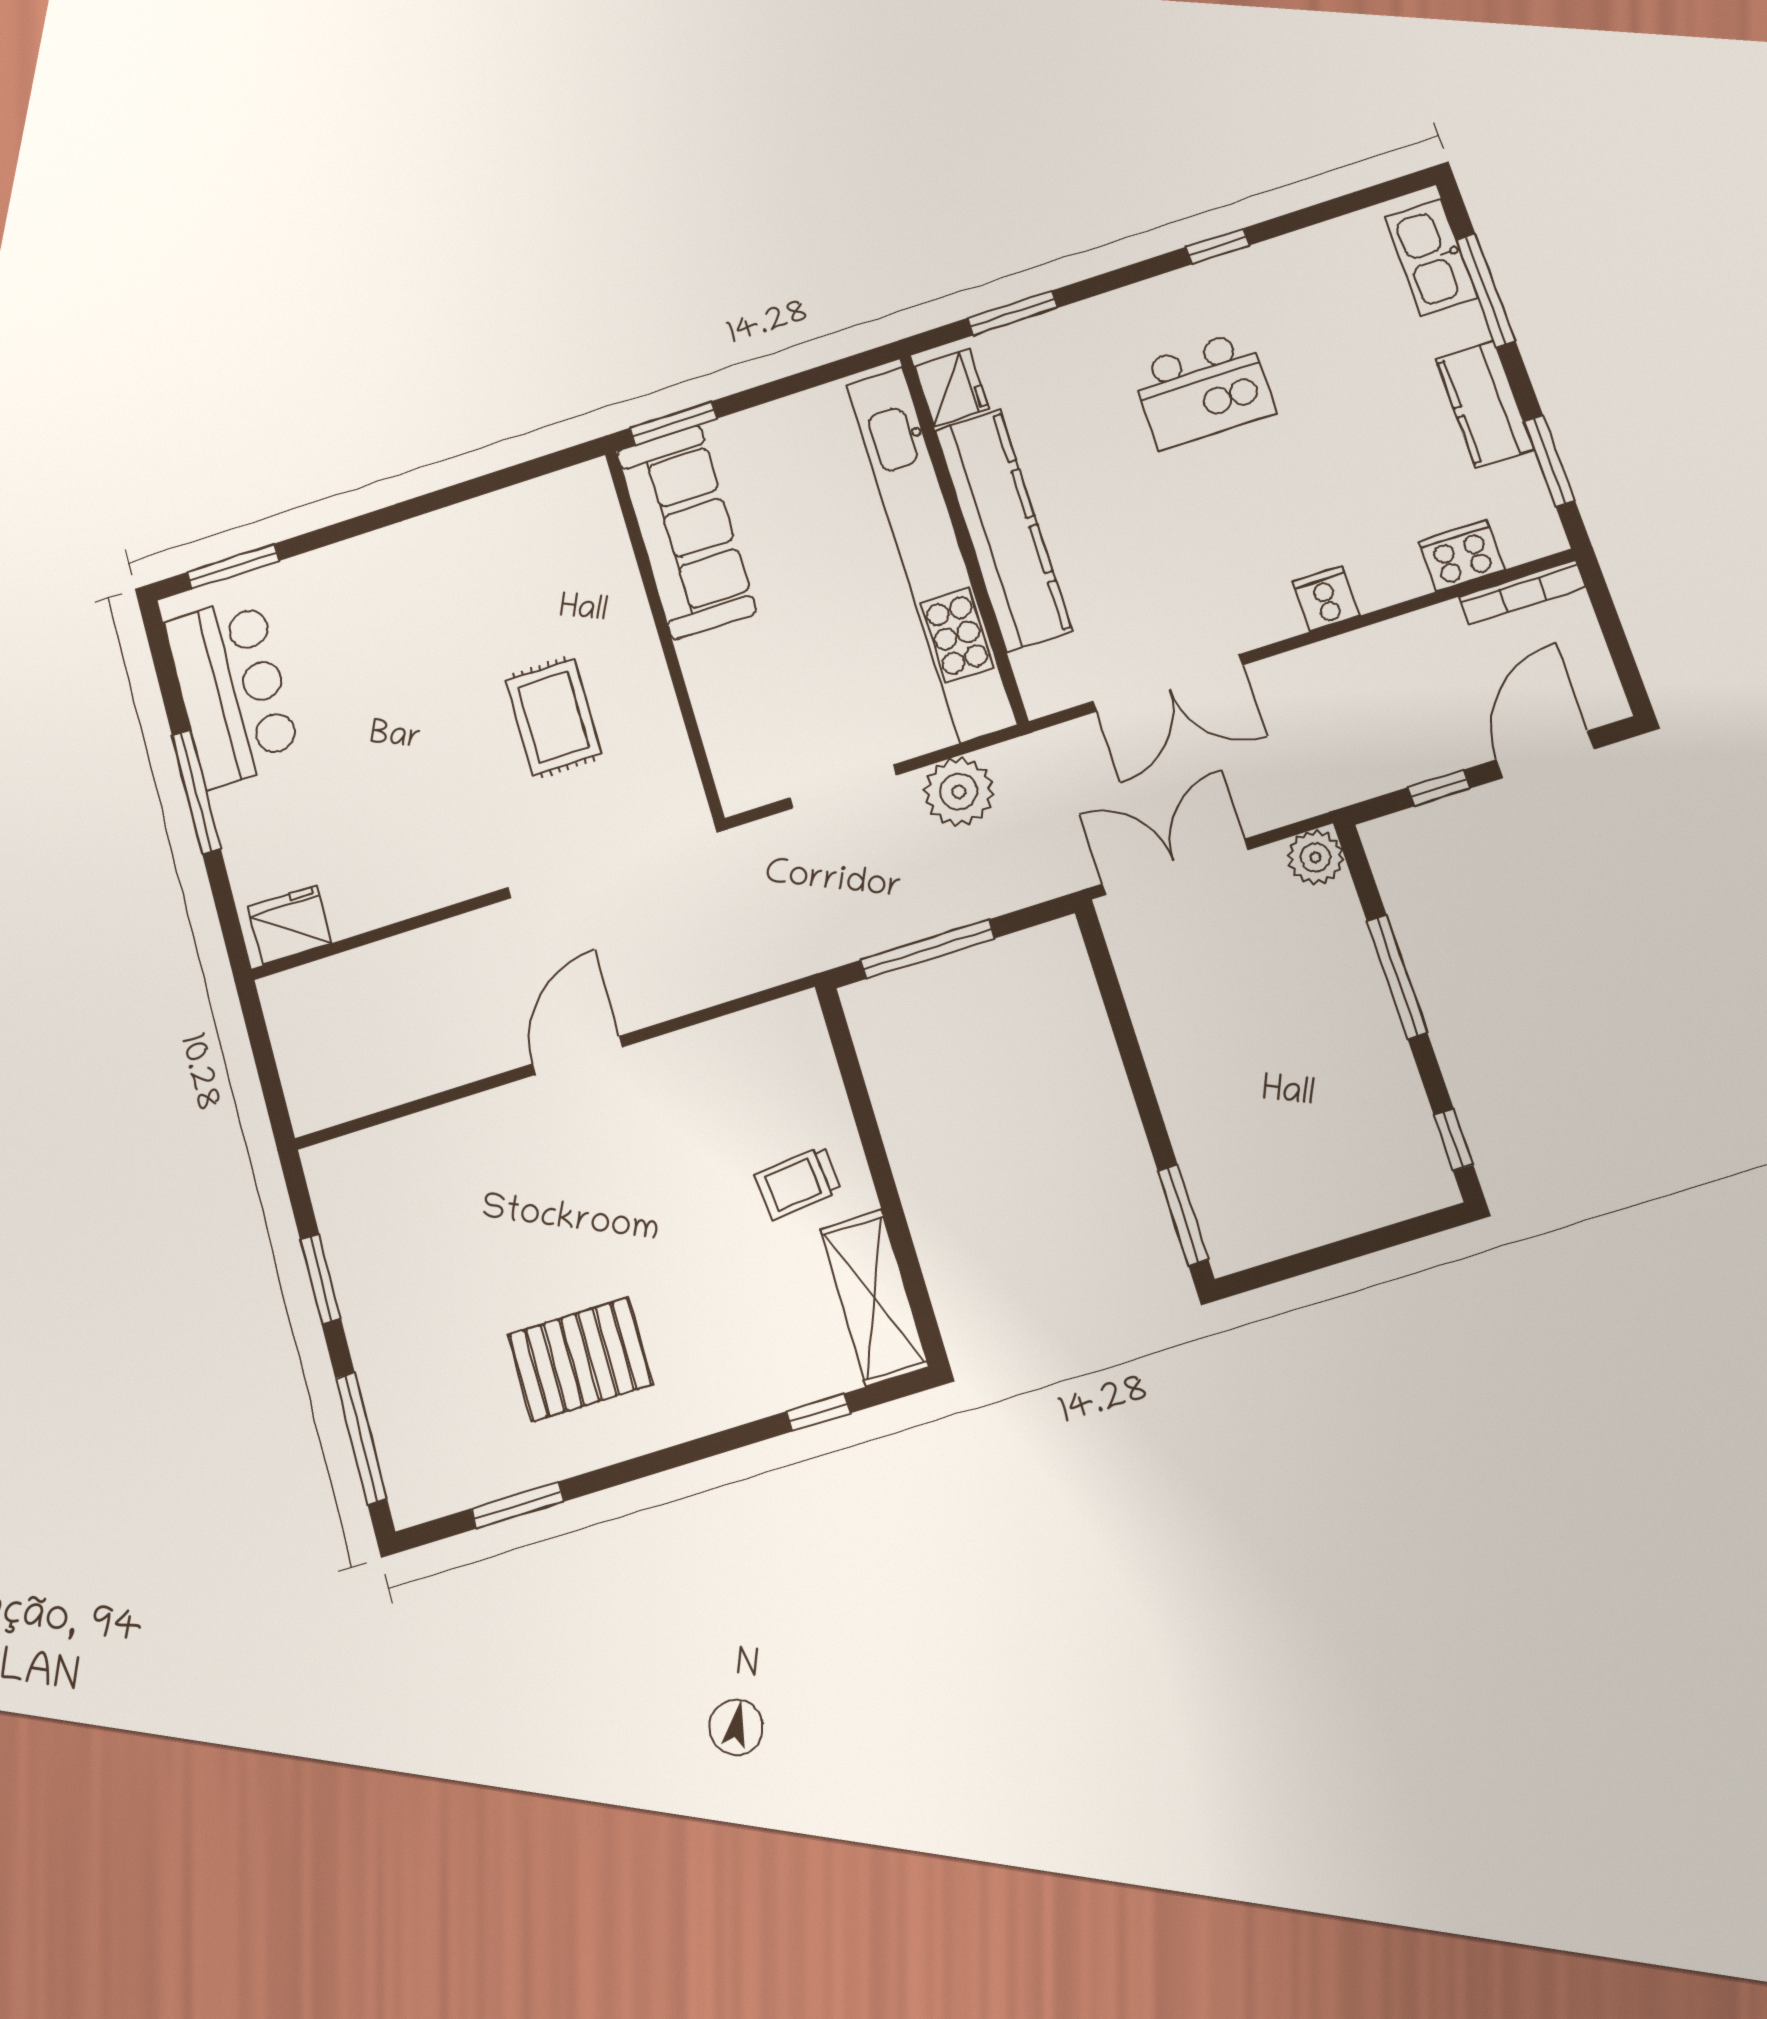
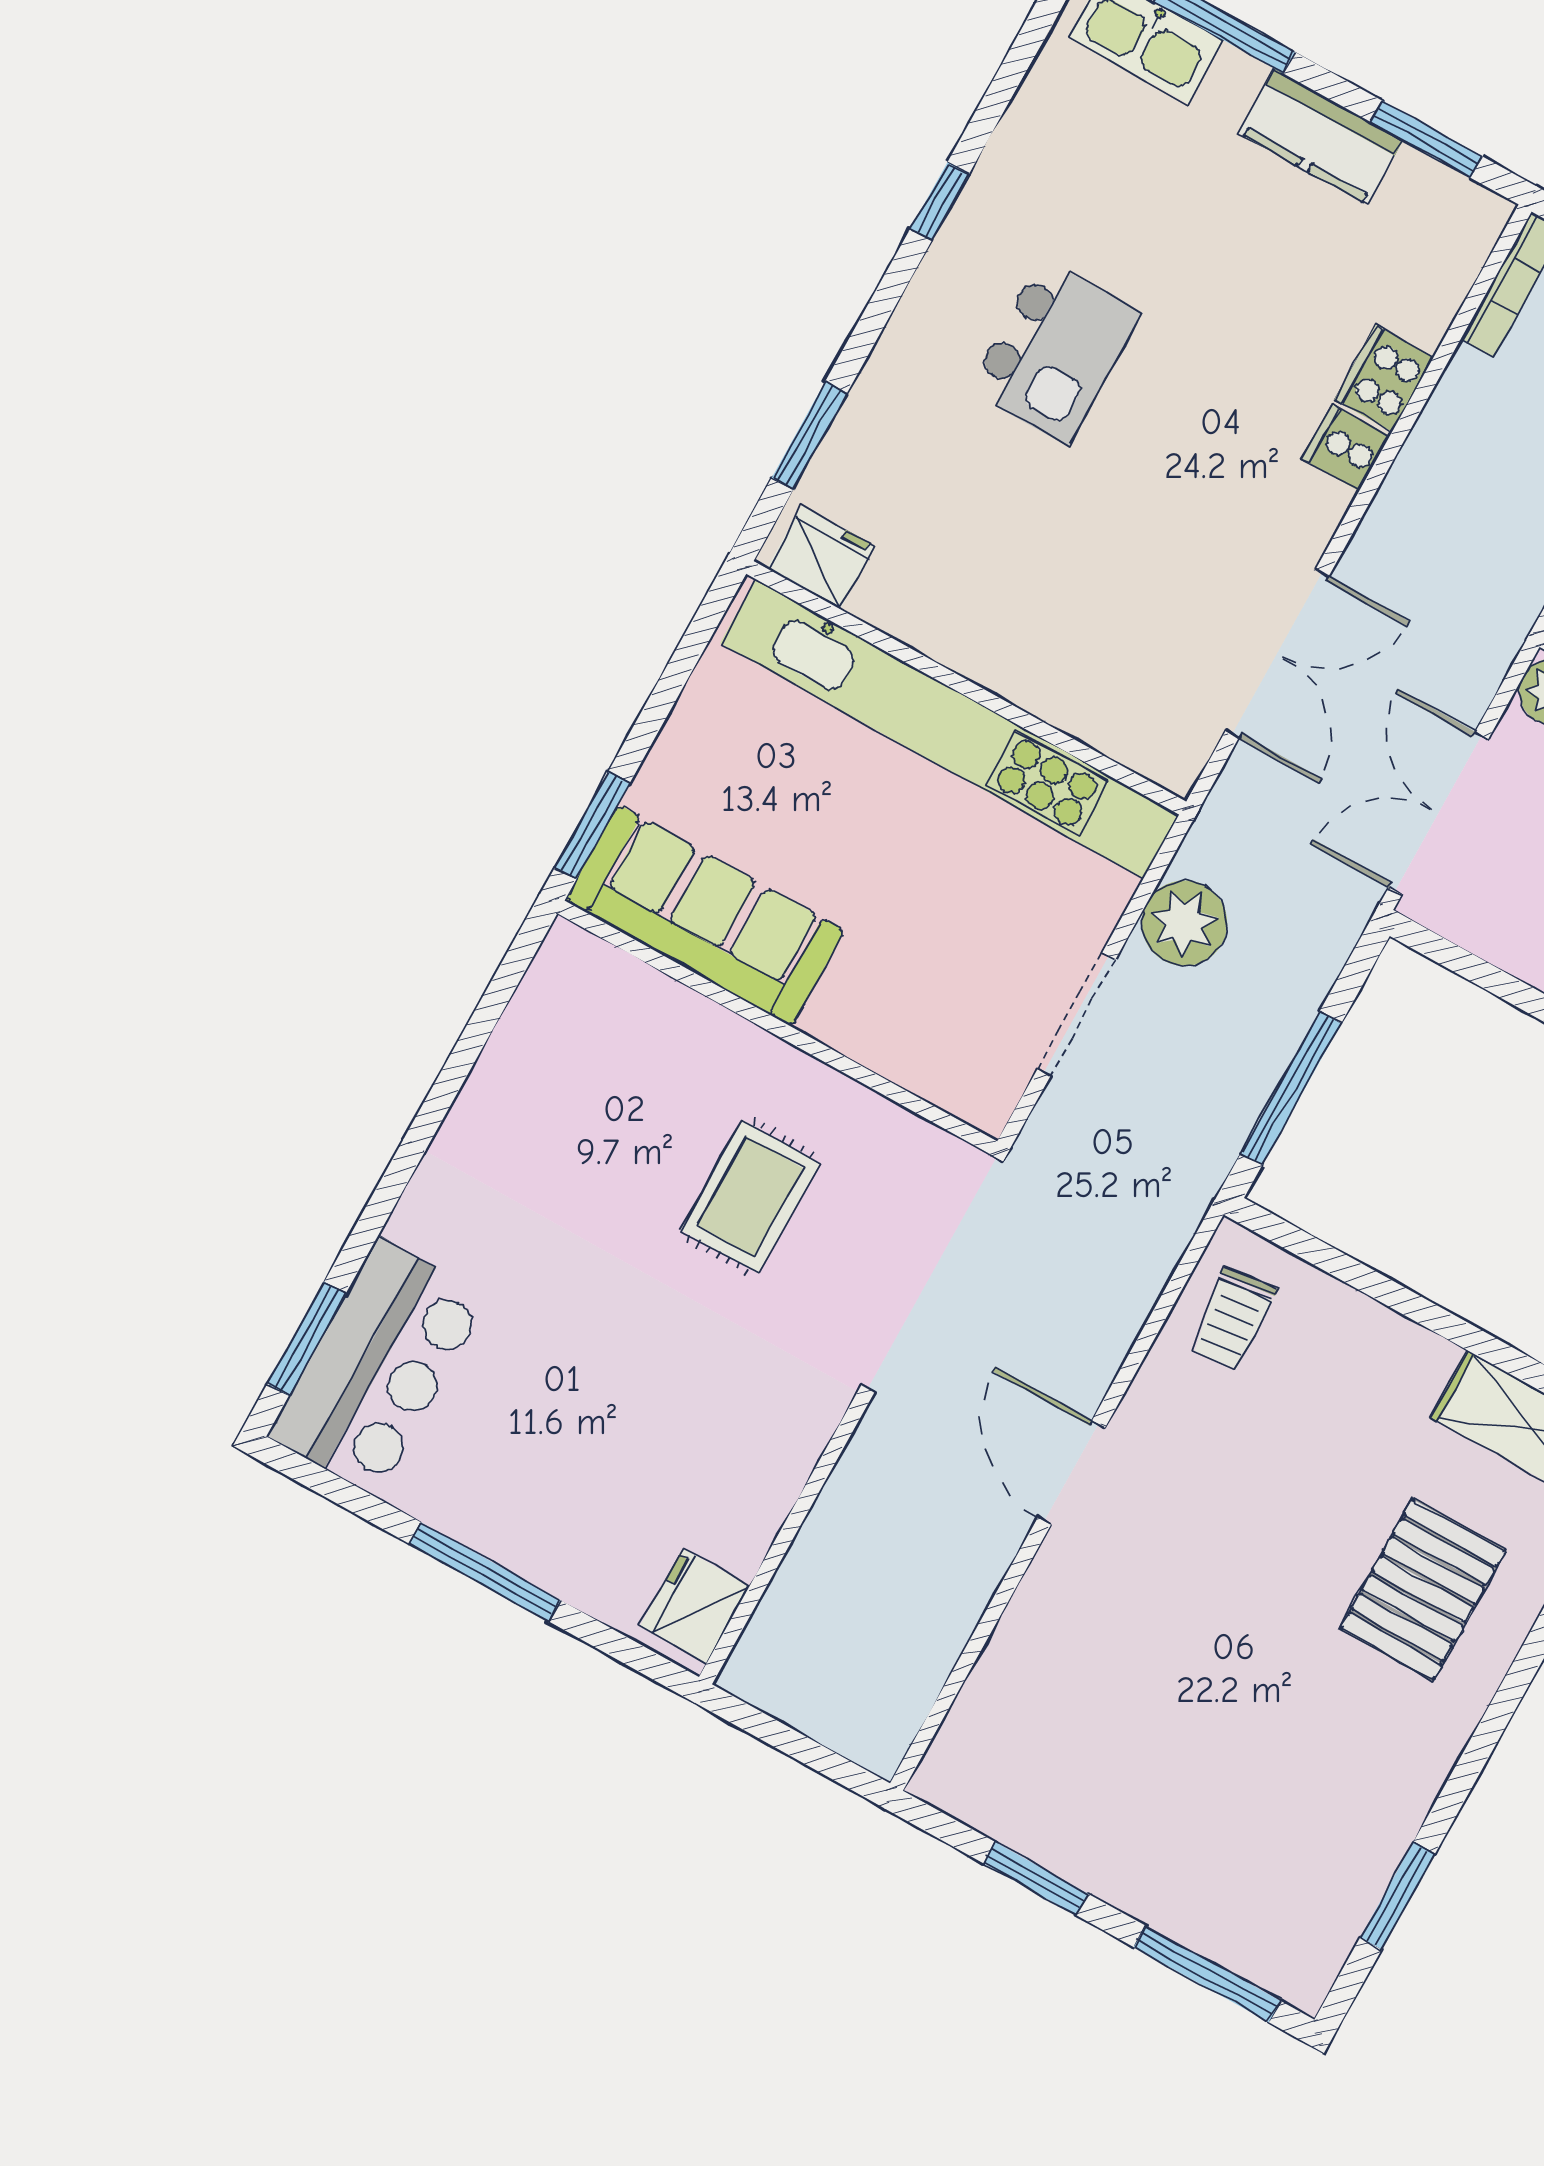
kitchen counter: (1003, 530) -> (996, 648), removed
cooker: (1461, 556) -> (1384, 378), moved
bar counter: (232, 691) -> (378, 1367), moved, turned 90
rug: (554, 717) -> (750, 1197), turned 90
trolley: (798, 1183) -> (1233, 1319), moved
pallet: (580, 1360) -> (1423, 1589), moved

